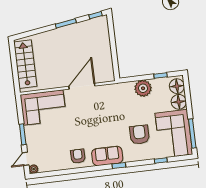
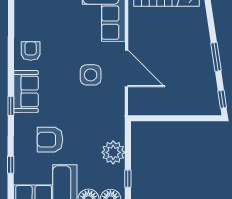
side table: (90, 111) -> (91, 75), added
armchair: (140, 135) -> (50, 140), turned 180
armchair: (78, 156) -> (31, 51), turned -90

